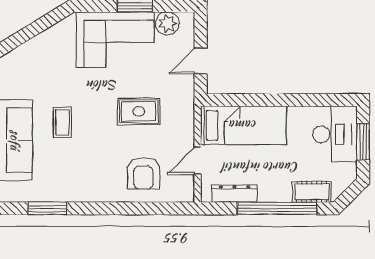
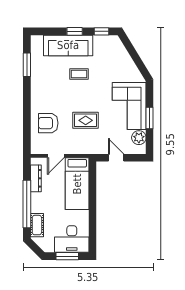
rug: (139, 111) -> (86, 120), turned 90
door: (198, 161) -> (56, 156), swing flipped

